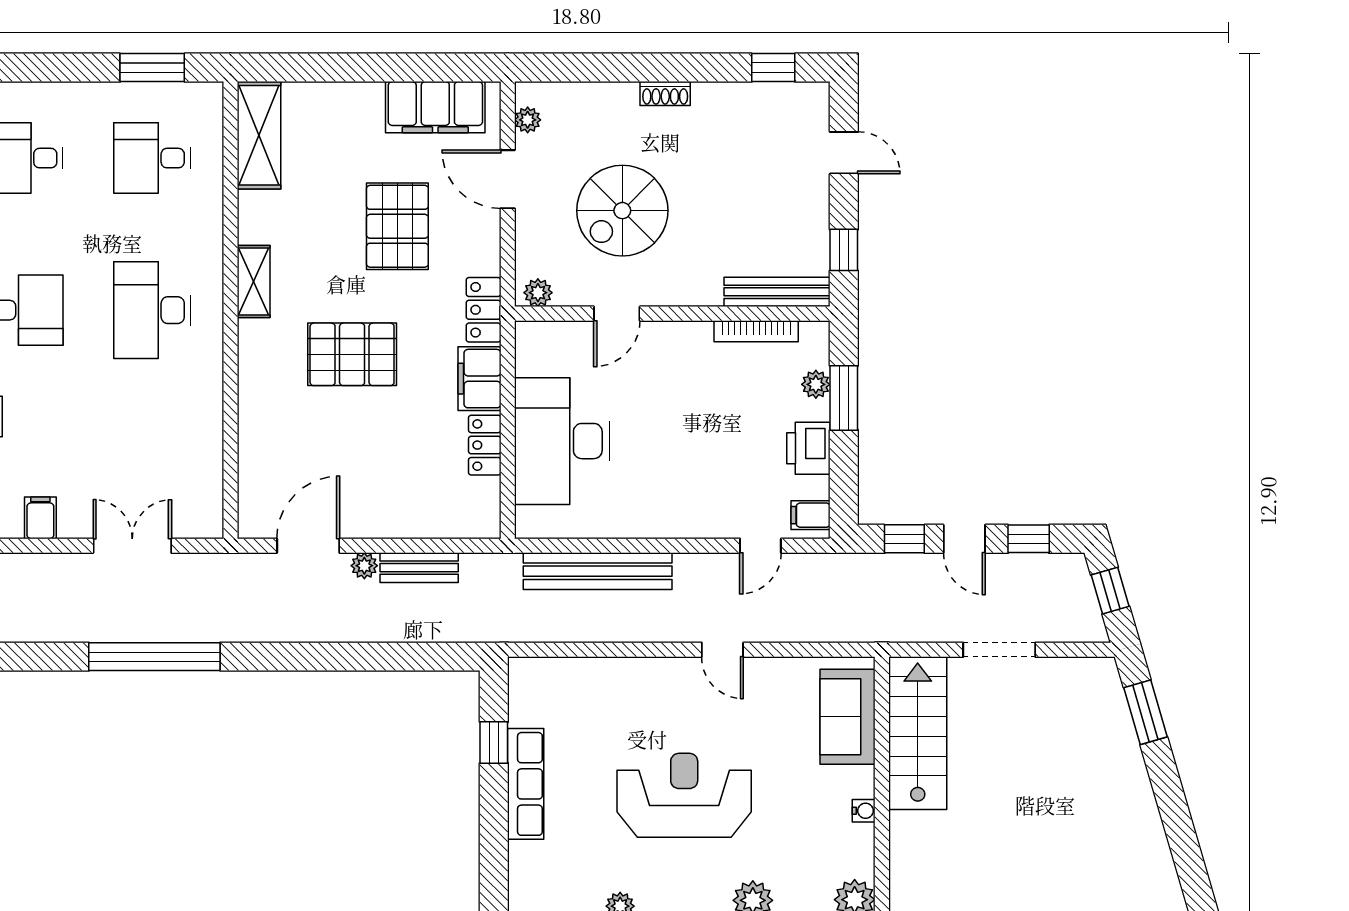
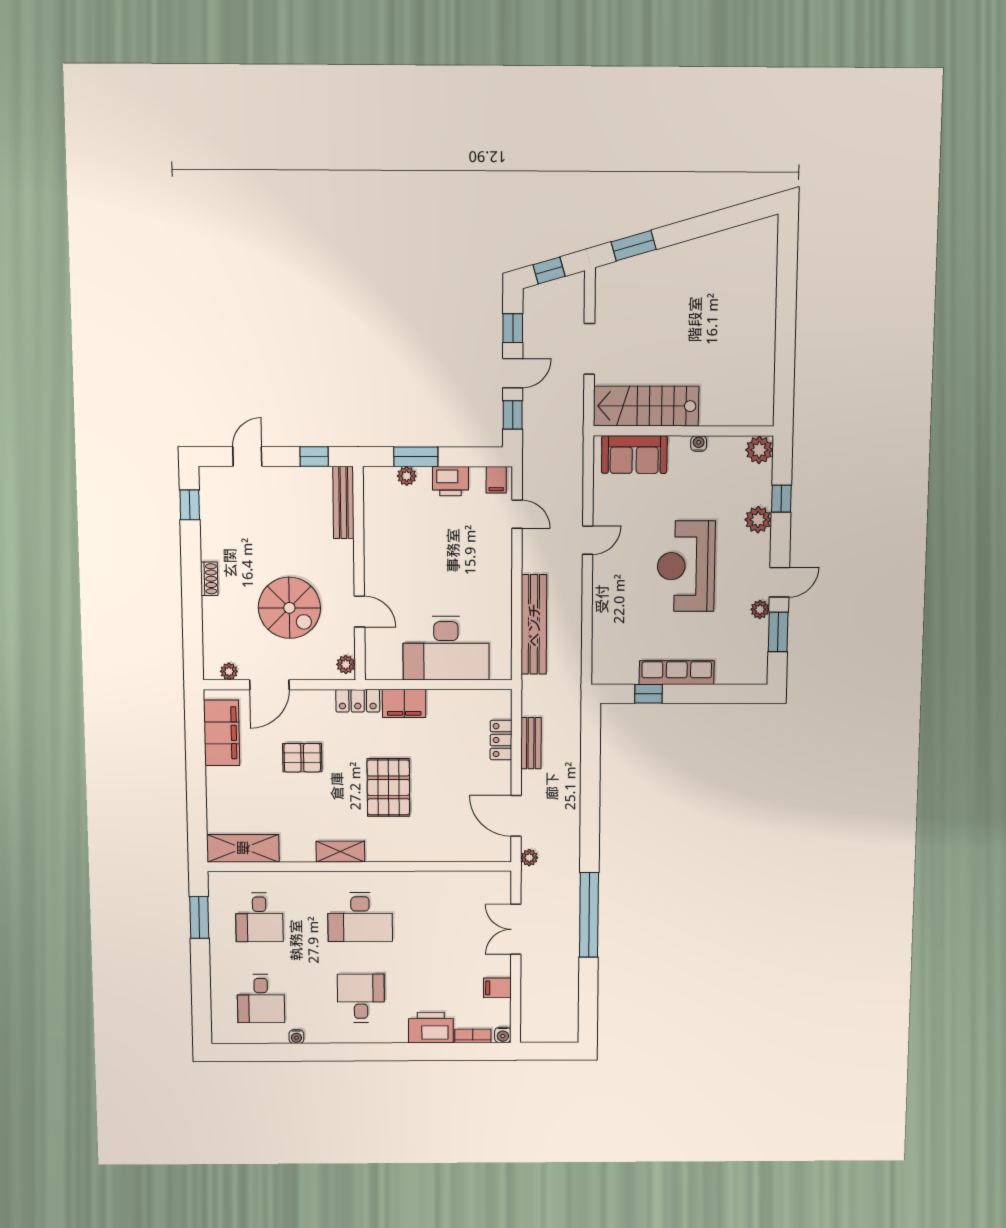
pallet: (397, 226) -> (302, 758), width x0.67, depth x0.71
bookcase: (756, 331) -> (371, 517), removed
locker: (485, 445) -> (501, 740), moved, turned 90
plant: (364, 566) -> (529, 858), moved

